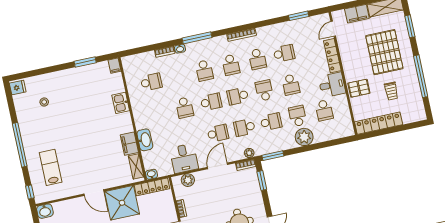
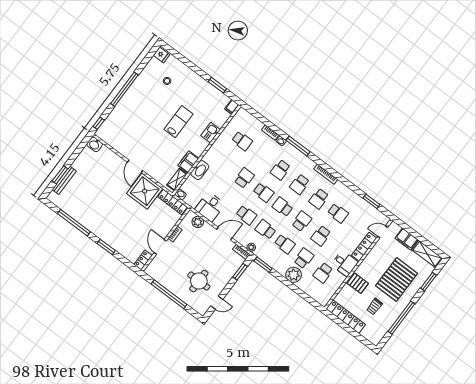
school desk: (185, 108) -> (244, 178), turned 180
lab bench: (51, 167) -> (179, 122), moved

